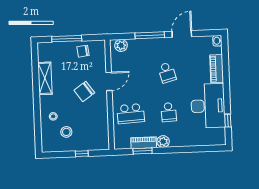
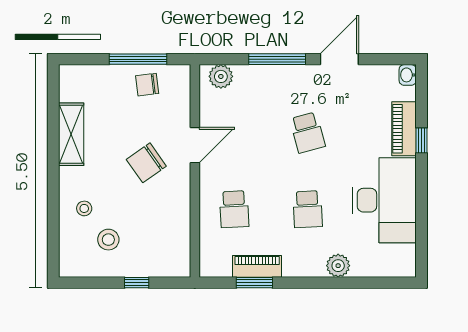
window: (67, 39) -> (138, 59), moved
school desk: (131, 114) -> (234, 209), width x0.54
window: (228, 121) -> (421, 140), moved
plant: (163, 142) -> (338, 266), moved

